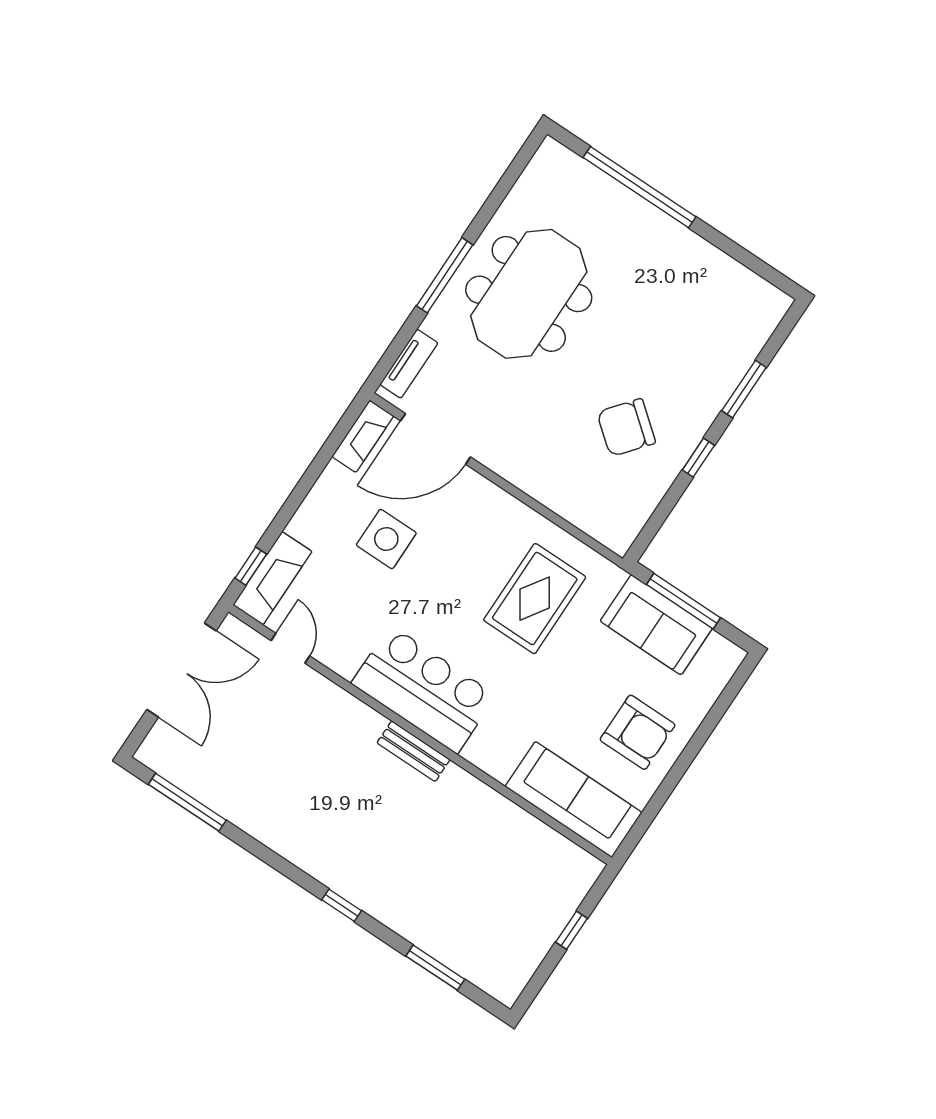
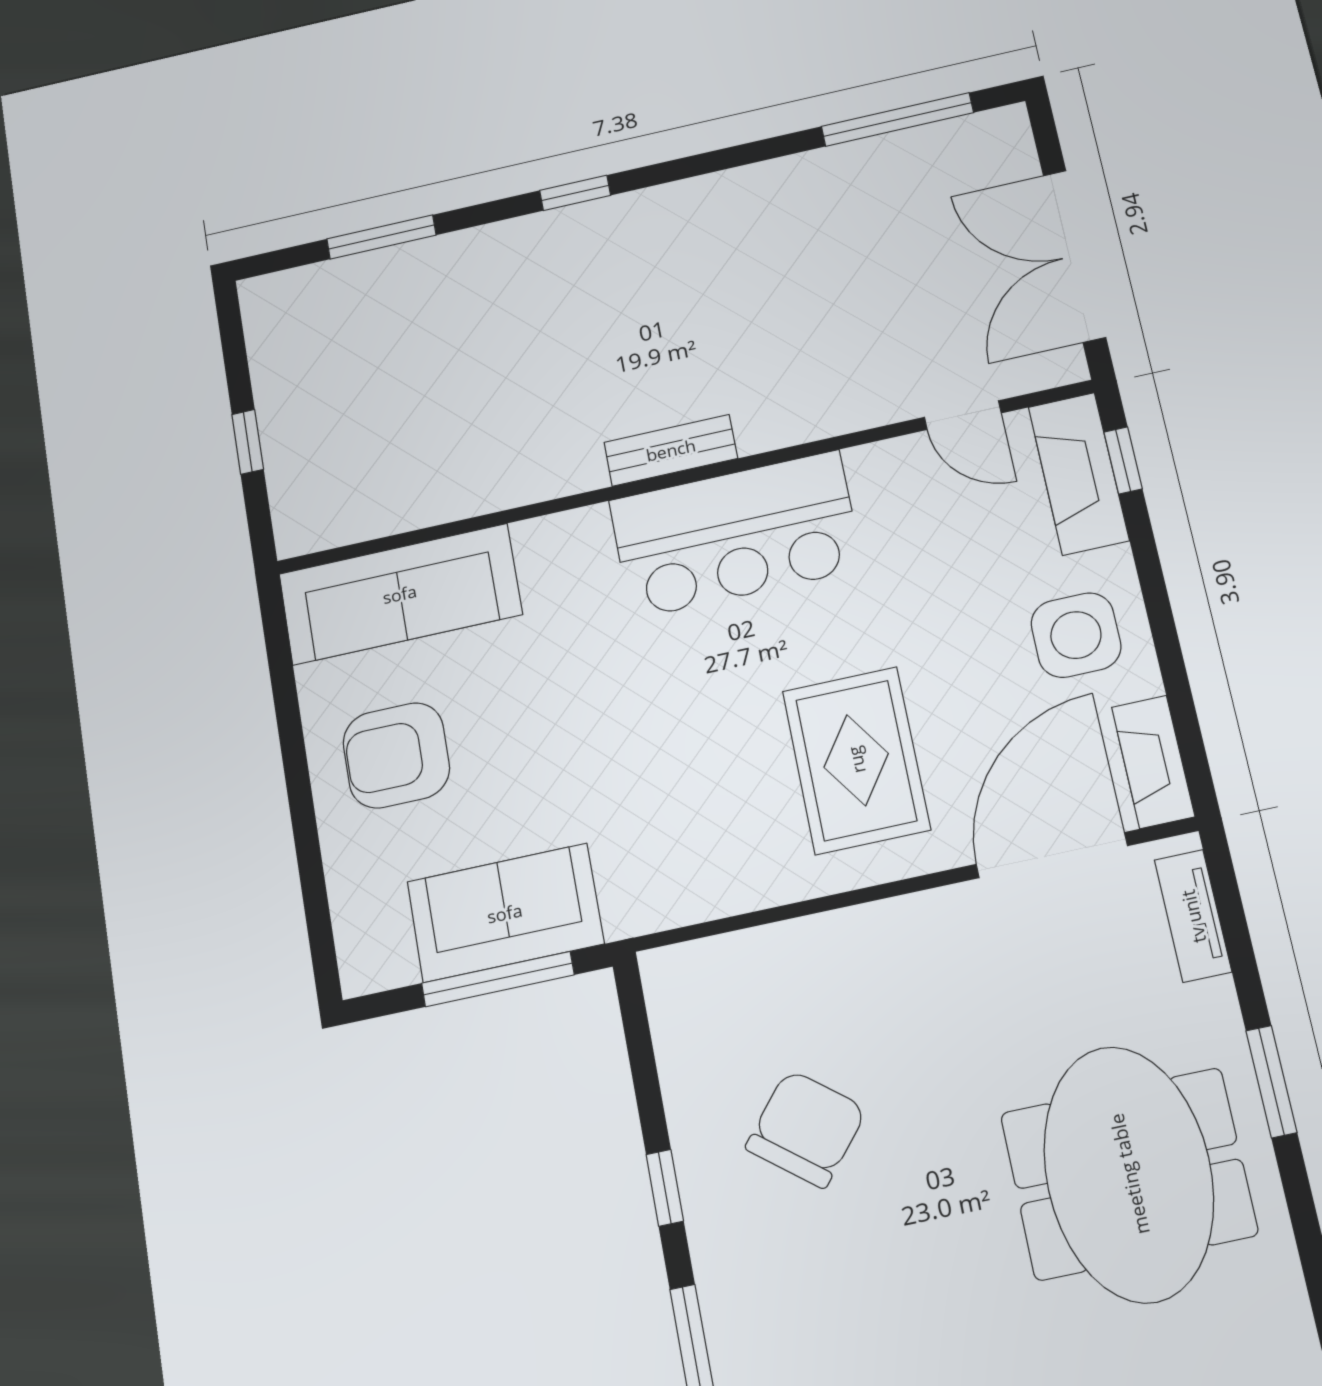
window: (445, 275) -> (1271, 1082), width x0.69
side table: (386, 539) -> (1076, 635), moved
rug: (535, 599) -> (856, 760), moved

